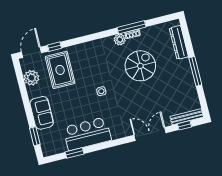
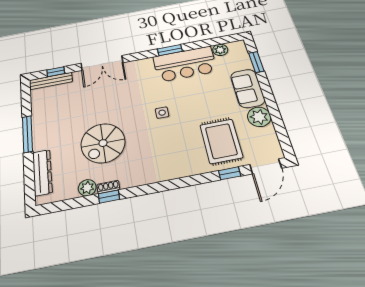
window: (131, 27) -> (109, 197), width x0.46
plant: (120, 39) -> (87, 188), moved
plant: (31, 78) -> (259, 117), moved
plant: (61, 147) -> (220, 50), added
window: (75, 153) -> (170, 50), moved

